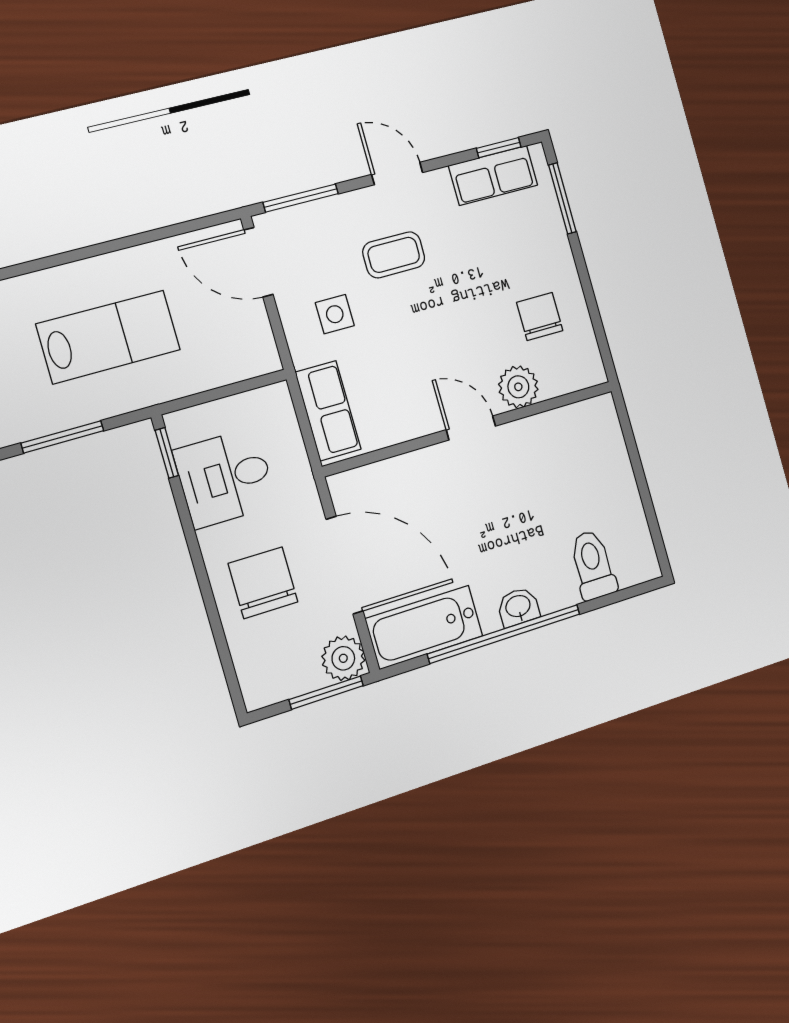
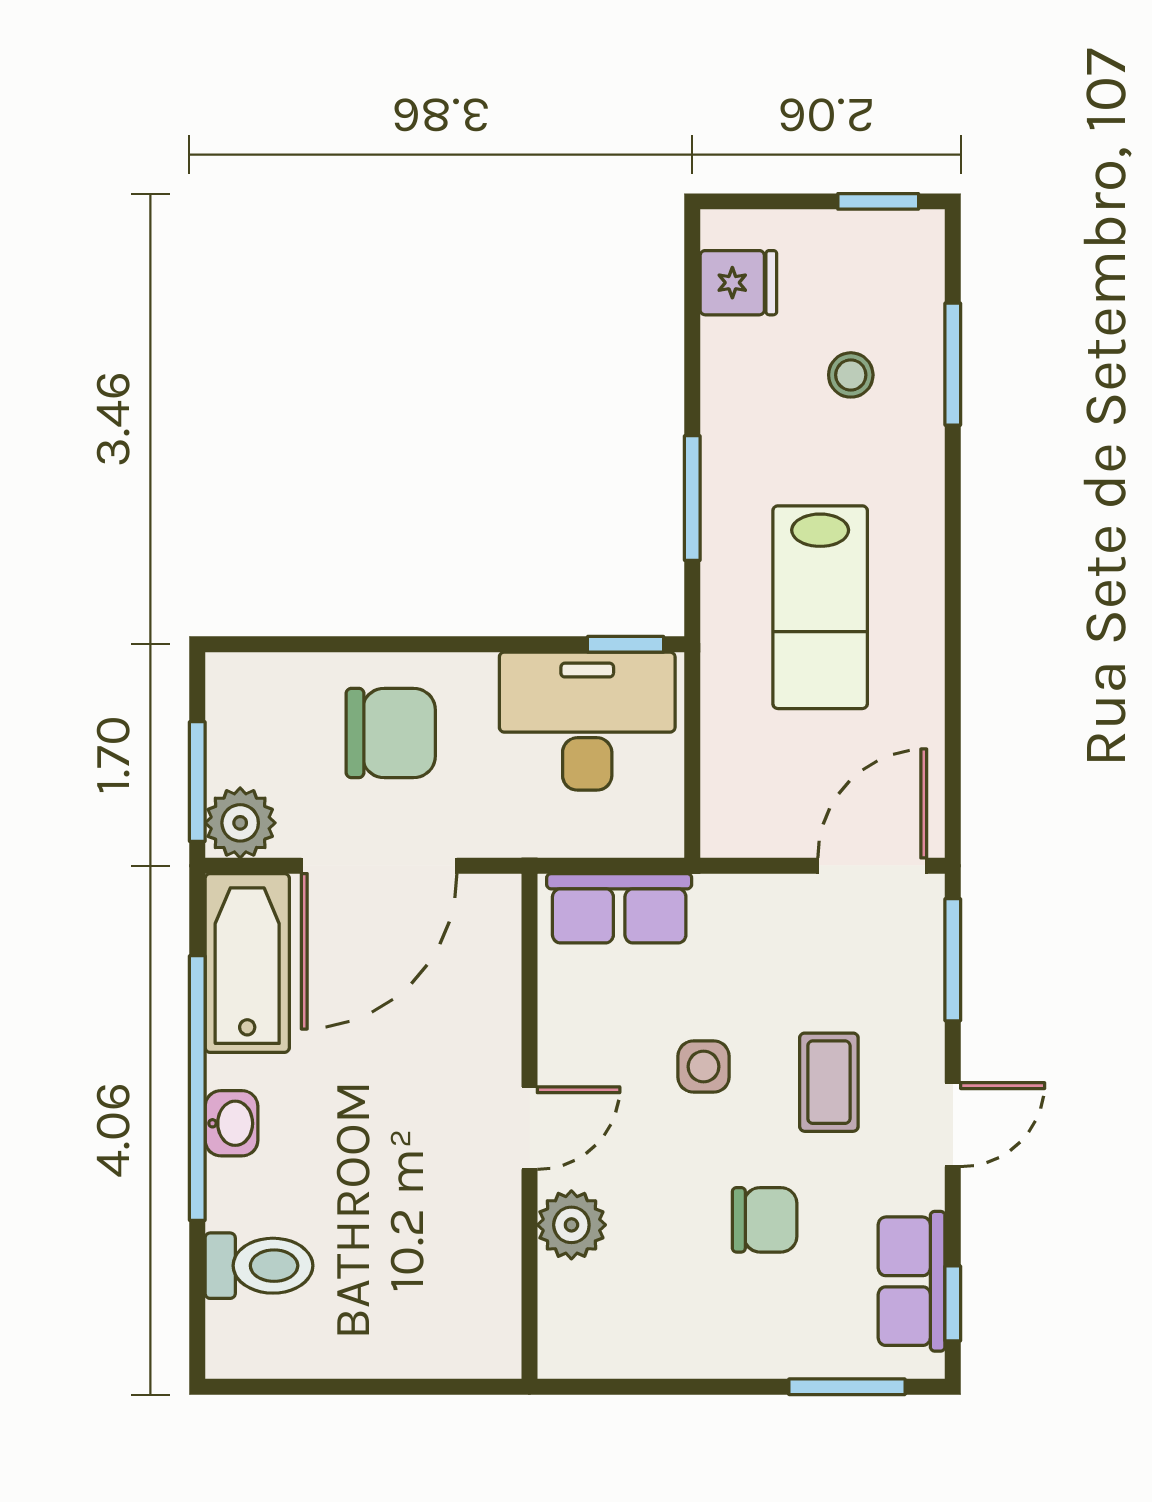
side table: (335, 314) -> (704, 1067), moved
chair: (540, 317) -> (765, 1220), moved
desk: (225, 478) -> (587, 721), width x1.37

